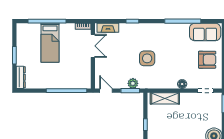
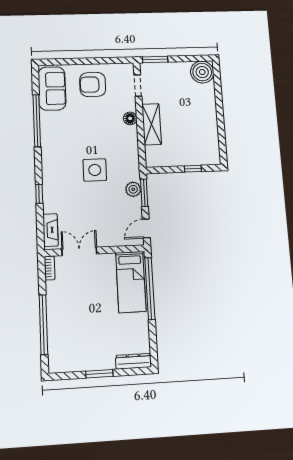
bed: (50, 43) -> (131, 282), moved, turned 90
armchair: (207, 60) -> (93, 84), turned -90
shelving: (165, 98) -> (152, 124), moved

